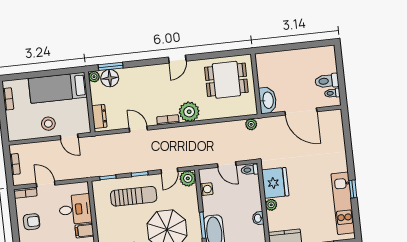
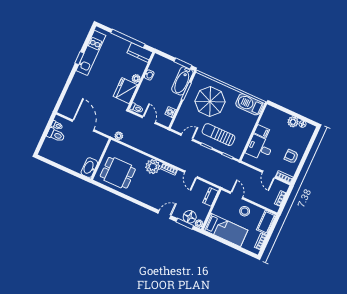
door: (177, 59) -> (164, 214), moved
washbasin: (268, 100) -> (89, 168), moved
cot: (15, 126) -> (266, 222), added
plant: (188, 178) -> (178, 126), removed

